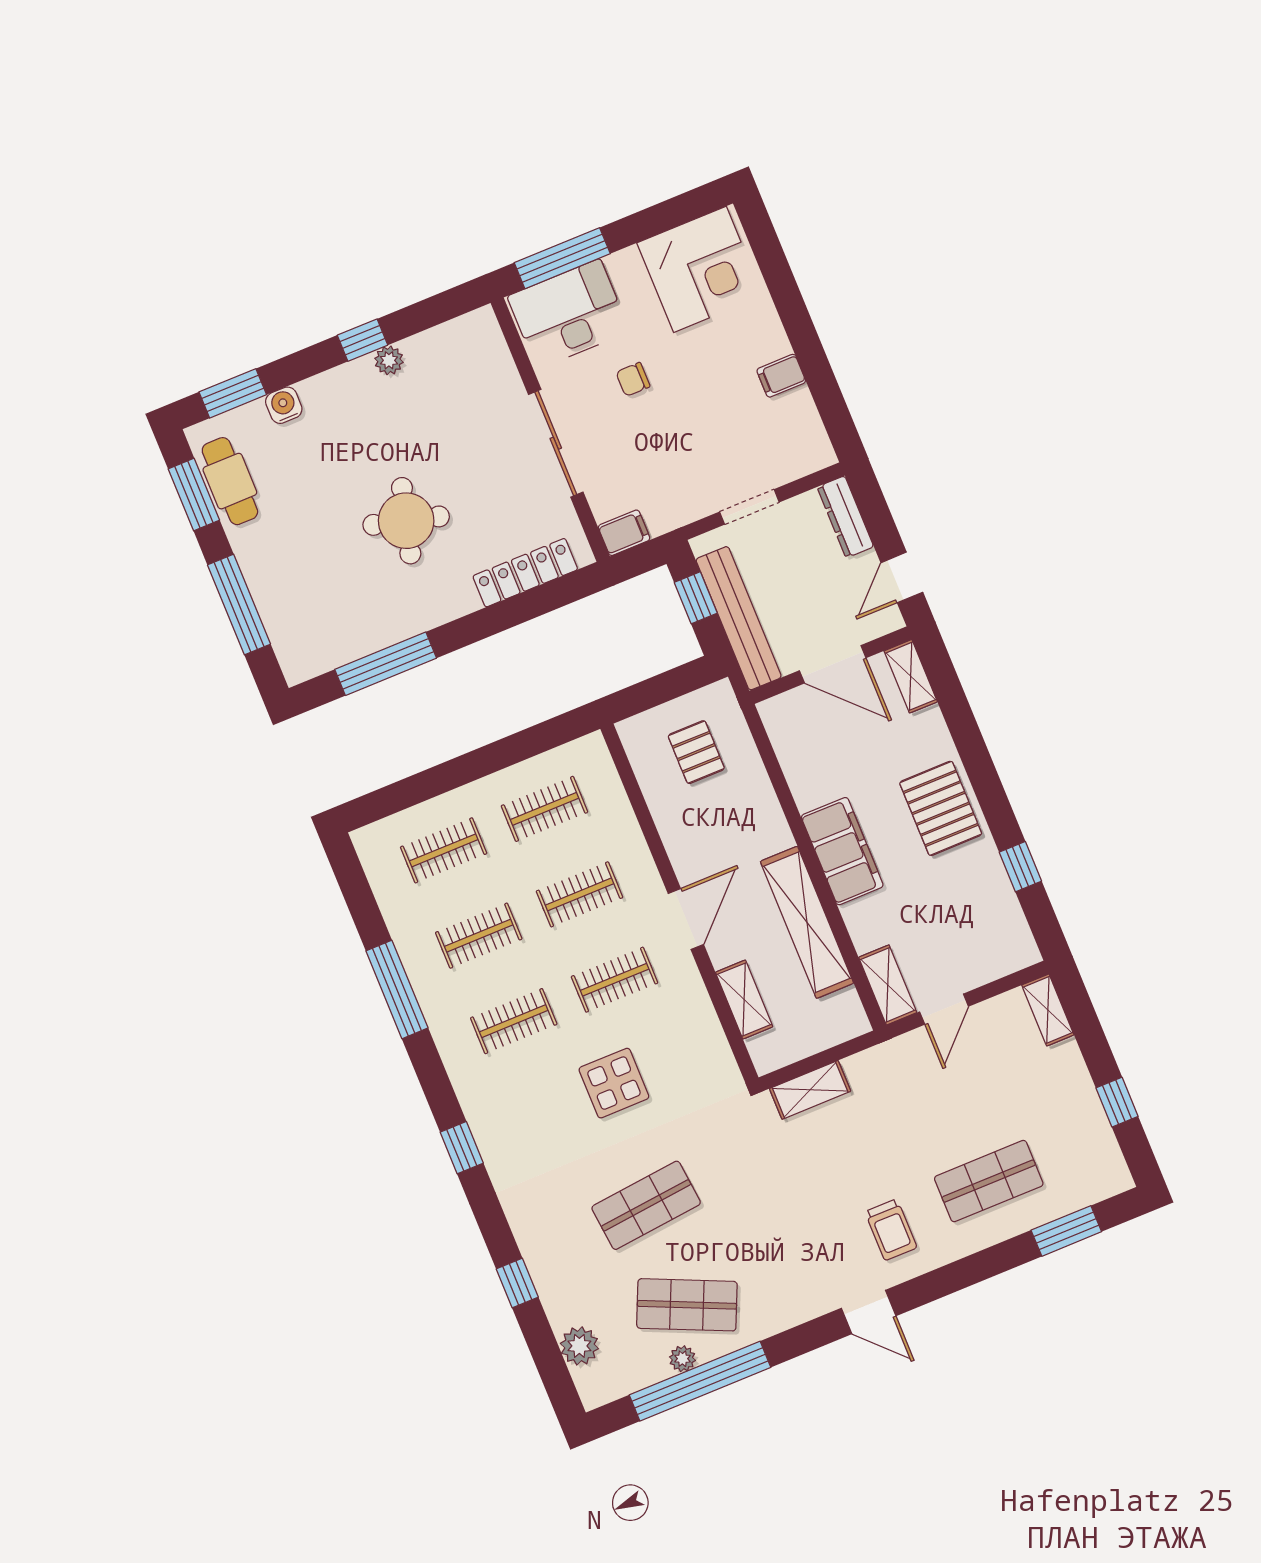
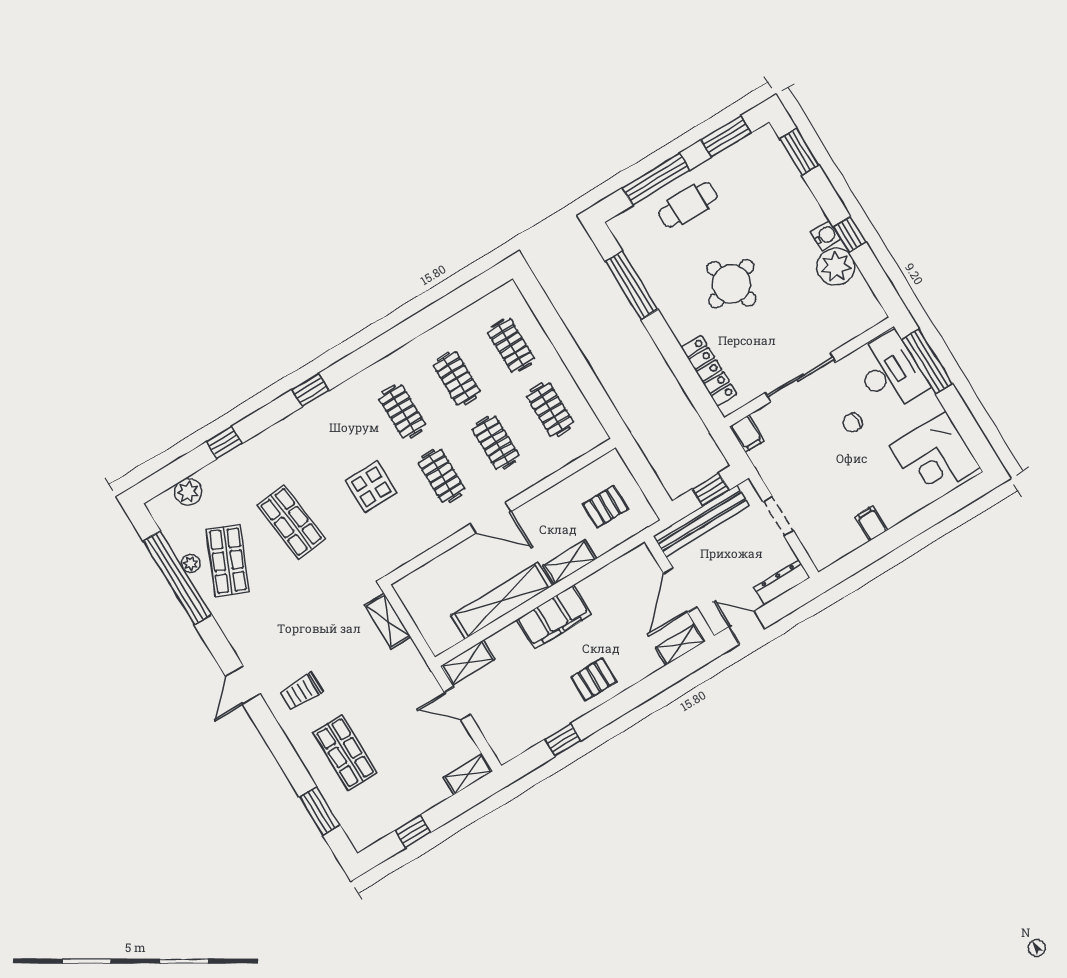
plant: (389, 360) -> (836, 267), width x1.88, depth x1.88
chair: (633, 379) -> (852, 423), turned -90
water cooler: (284, 405) -> (826, 235), moved
cafe table: (230, 481) -> (688, 205), moved
round table: (406, 521) -> (731, 284), turned -32
pallet: (941, 808) -> (594, 679), width x0.67, depth x0.71
window: (397, 989) -> (411, 329), removed
shelving: (744, 999) -> (570, 562), moved

